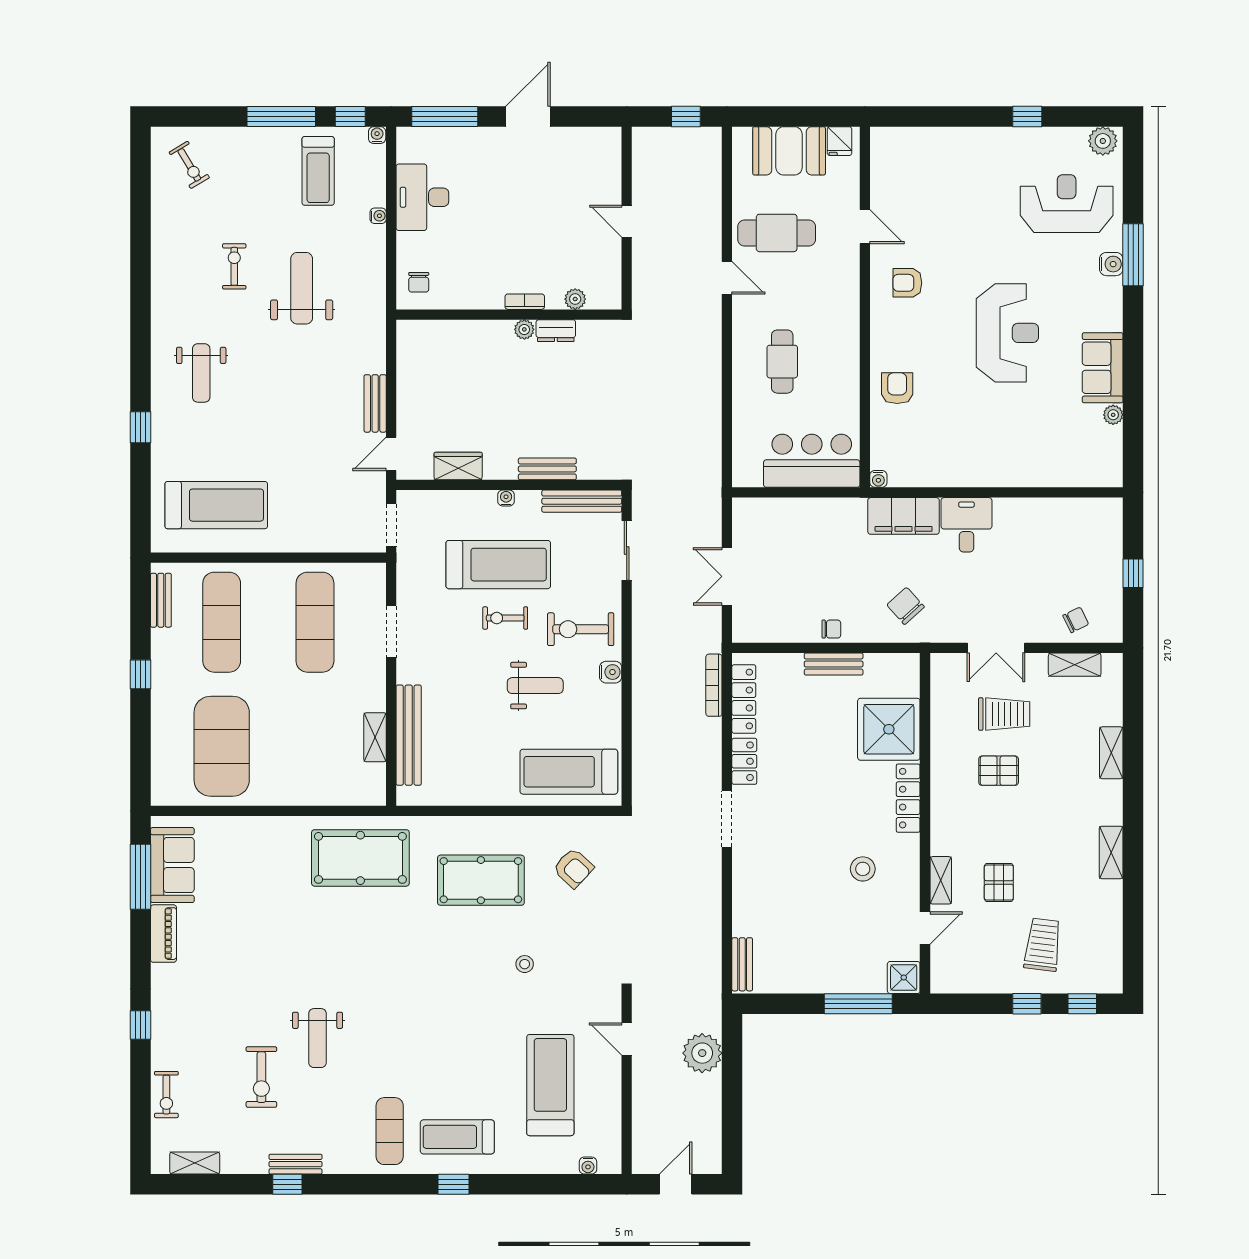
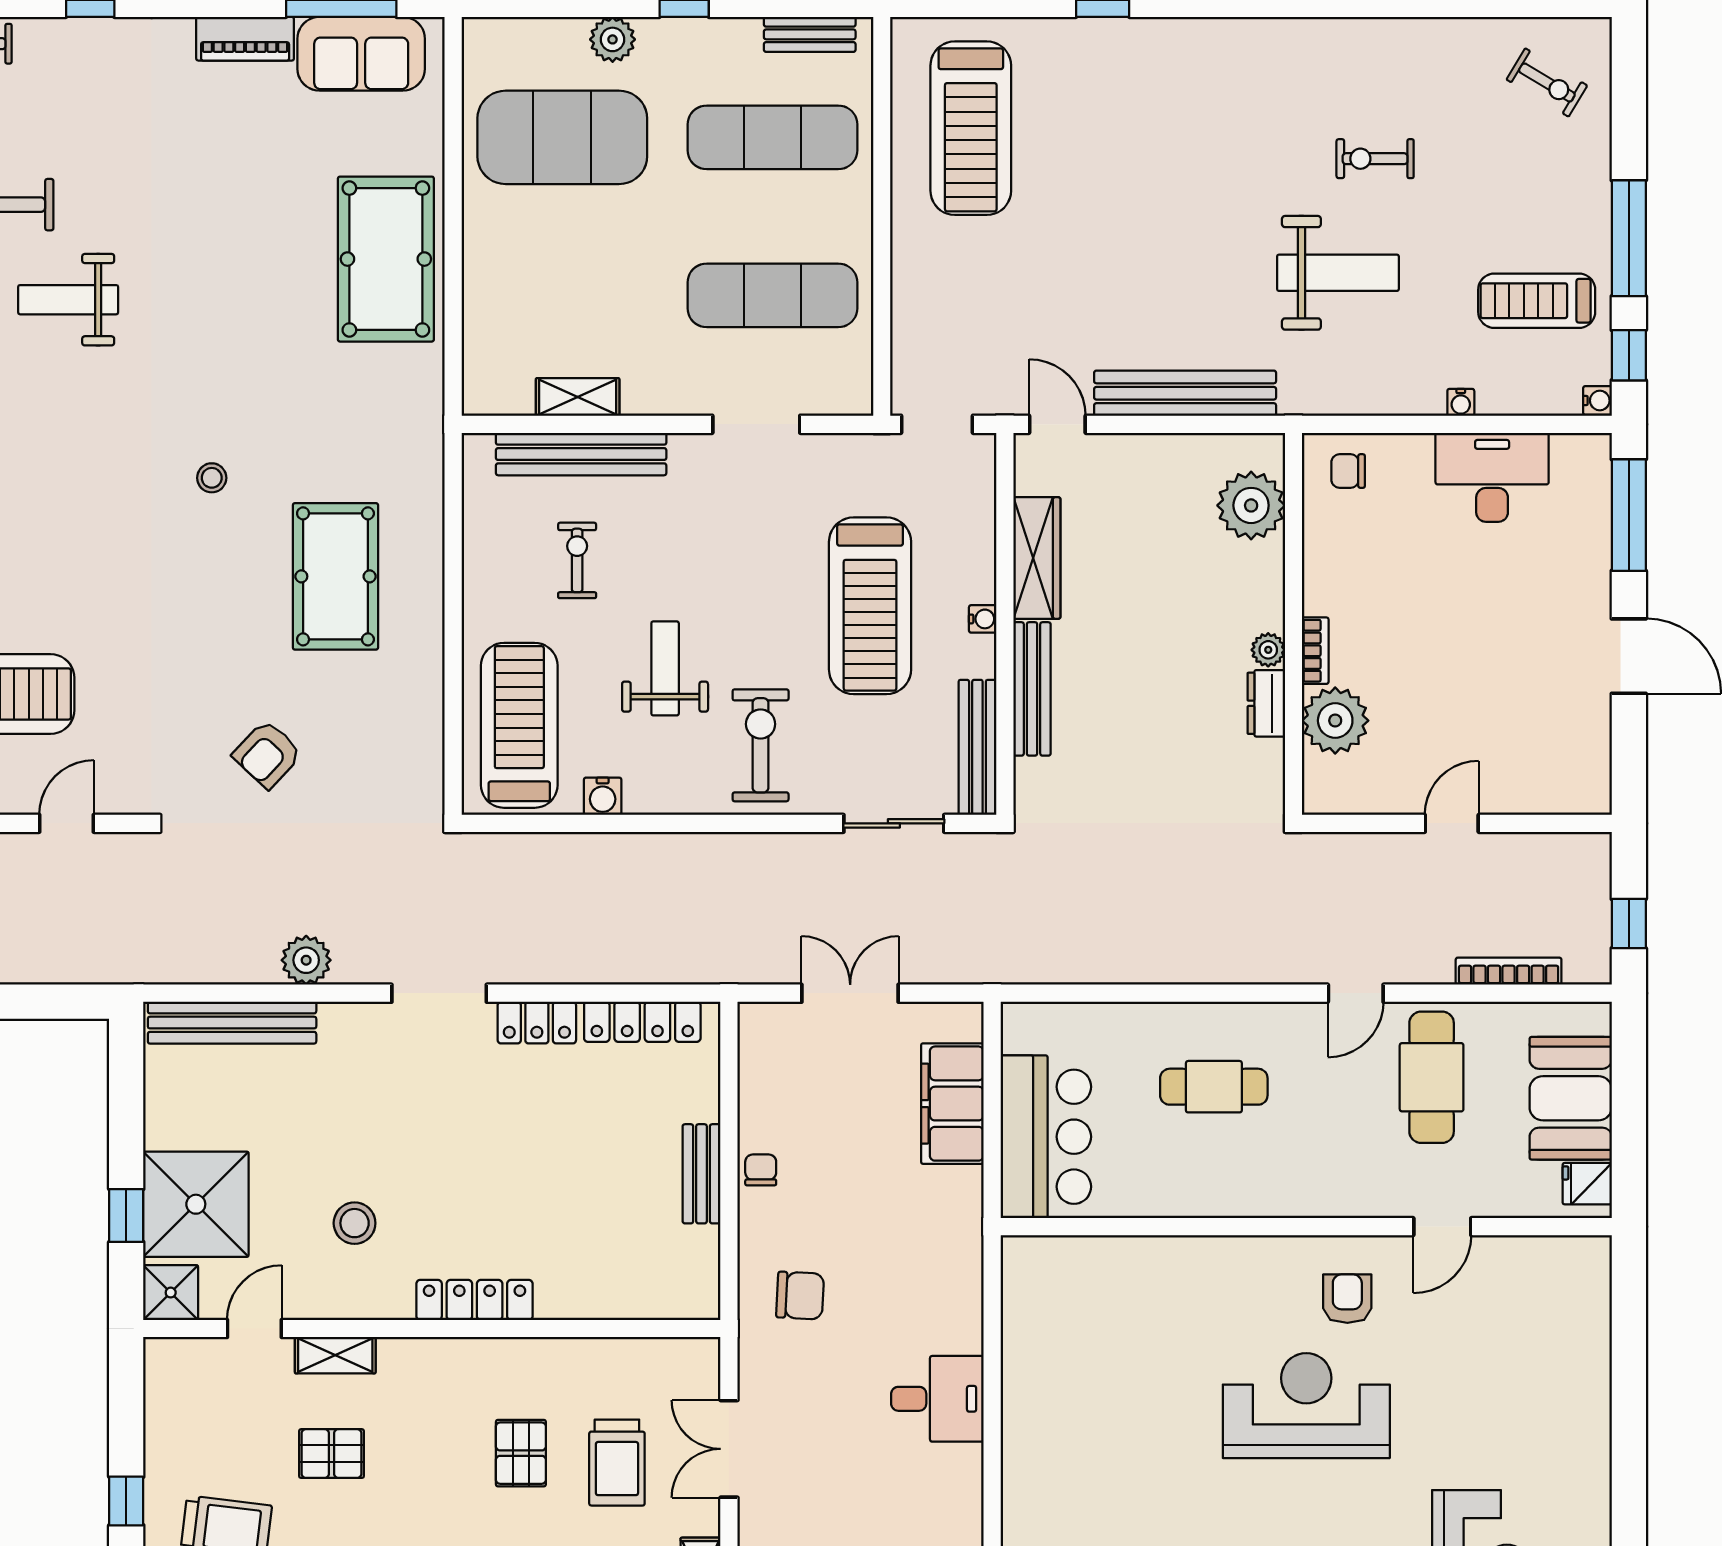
window: (1027, 117) -> (1629, 1502), removed
exercise bike: (189, 165) -> (1547, 82), turned -118
exercise bike: (234, 266) -> (1375, 159), turned 180
plant: (575, 299) -> (1335, 721), width x1.88, depth x1.88
reception desk: (1007, 333) -> (1306, 1406), moved, turned 180
plant: (439, 340) -> (1251, 505), added
weight bench: (201, 373) -> (1194, 103), removed
armchair: (897, 388) -> (1169, 1281), removed
bench: (375, 403) -> (1185, 393), width x1.86, depth x1.21
wardrobe: (458, 466) -> (1037, 558), width x1.50
bench: (547, 469) -> (1032, 689), width x1.36
water cooler: (878, 479) -> (1015, 1250), removed
filing cabinet: (904, 516) -> (952, 1104), moved
chair: (906, 606) -> (800, 1296), turned 45
exercise bike: (505, 618) -> (577, 560), moved
chair: (831, 629) -> (761, 1170), turned 180
water cooler: (611, 672) -> (603, 796), moved
bookcase: (714, 685) -> (1509, 971), moved
weight bench: (535, 686) -> (665, 668), turned 180
plant: (164, 717) -> (613, 39), added
shower: (889, 729) -> (196, 1204), moved
pool table: (360, 858) -> (386, 259), moved
armchair: (573, 868) -> (267, 754), moved
door: (925, 928) -> (254, 1329), swing flipped
stool: (525, 964) -> (212, 478), moved
bench: (742, 964) -> (232, 1023), width x1.86, depth x1.21
window: (858, 1004) -> (126, 1216), width x0.46
plant: (702, 1053) -> (306, 960), moved, width x0.73, depth x0.73

